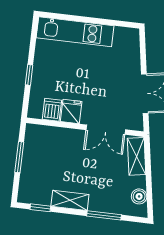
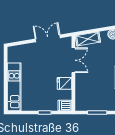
dishwasher: (52, 110) -> (65, 106), moved

